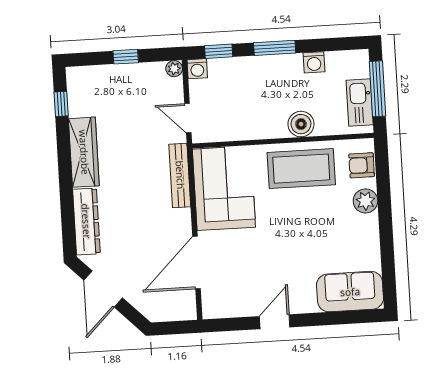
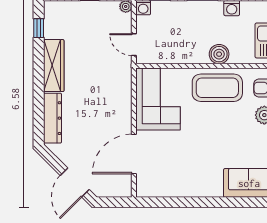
bench: (180, 175) -> (125, 88), removed
door: (103, 289) -> (75, 182), moved
door: (275, 322) -> (190, 202), removed

